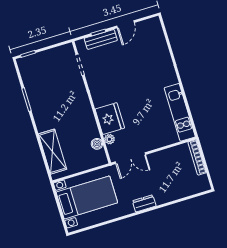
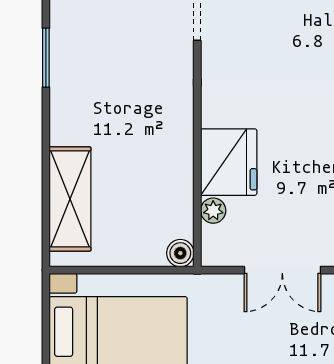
boiler: (97, 144) -> (180, 253), moved
double door: (130, 158) -> (282, 270), moved

